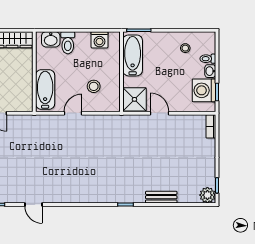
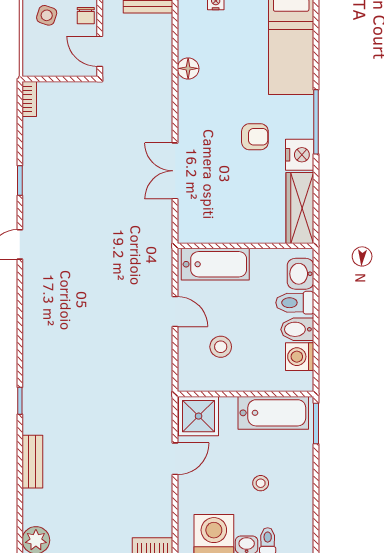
bidet: (83, 41) -> (297, 329), added
stool: (185, 48) -> (261, 483), moved

